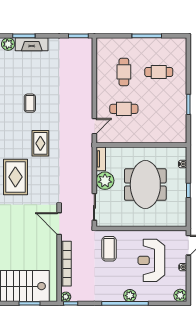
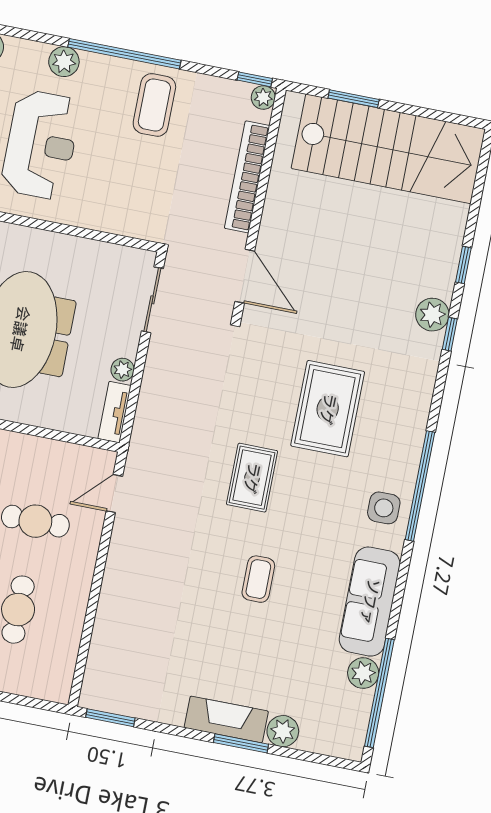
plant: (105, 181) -> (123, 370), width x0.53, depth x0.53
coffee table: (109, 249) -> (154, 105), moved
plant: (130, 296) -> (64, 62), moved

